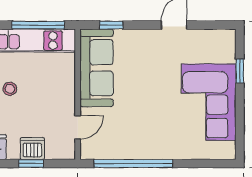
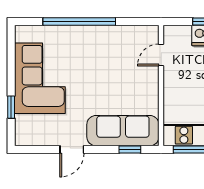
sofa: (97, 68) -> (123, 131), moved, turned 90
window: (133, 164) -> (79, 21), moved

